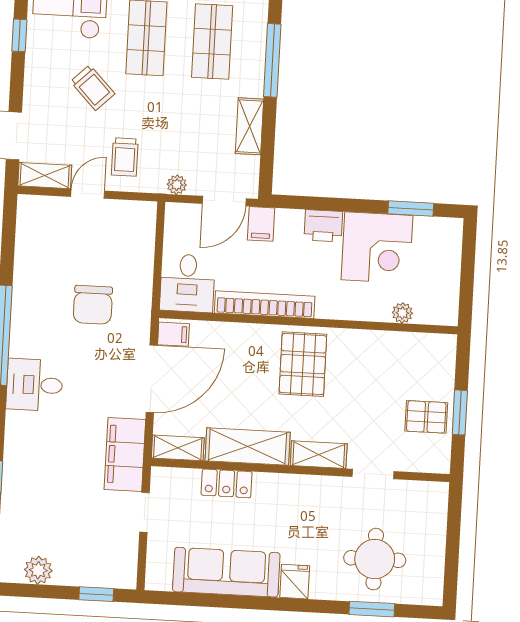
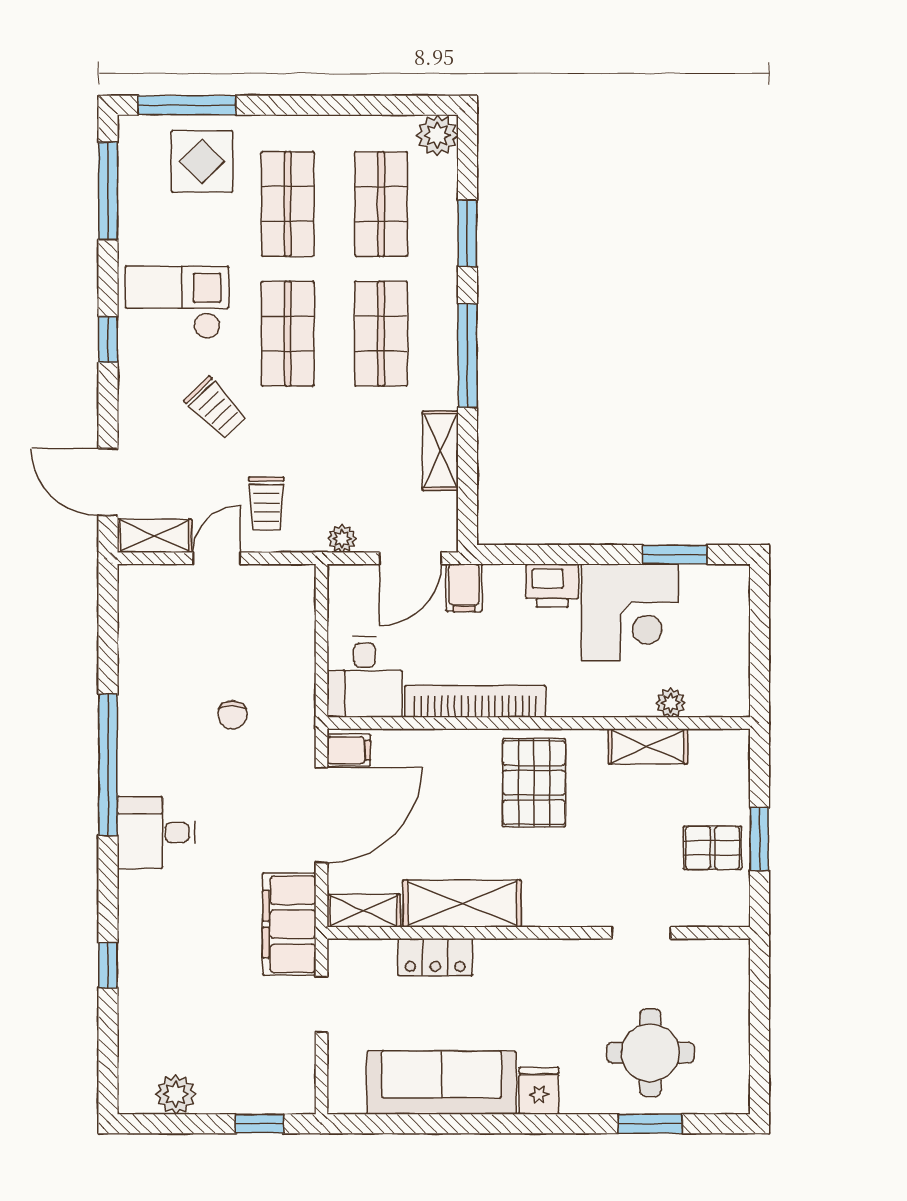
chair: (93, 305) -> (233, 715), width x0.54, depth x0.54
shelving: (319, 455) -> (648, 746), moved

